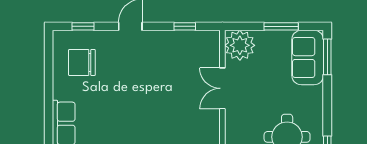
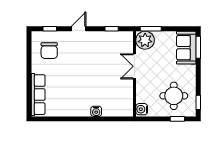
window: (281, 26) -> (151, 29), moved
chair: (82, 62) -> (49, 51), turned -90

